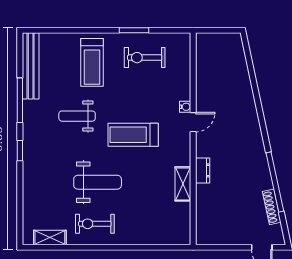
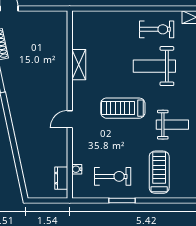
water cooler: (185, 107) -> (77, 169), moved
treadmill: (133, 135) -> (123, 108), turned 180
dresser: (203, 170) -> (61, 178), moved

